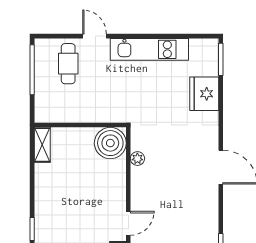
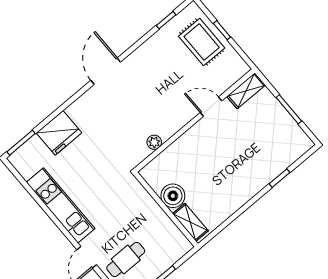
boiler: (110, 143) -> (173, 196), moved, width x0.73, depth x0.73
shelving: (42, 145) -> (190, 222), moved, turned 90

